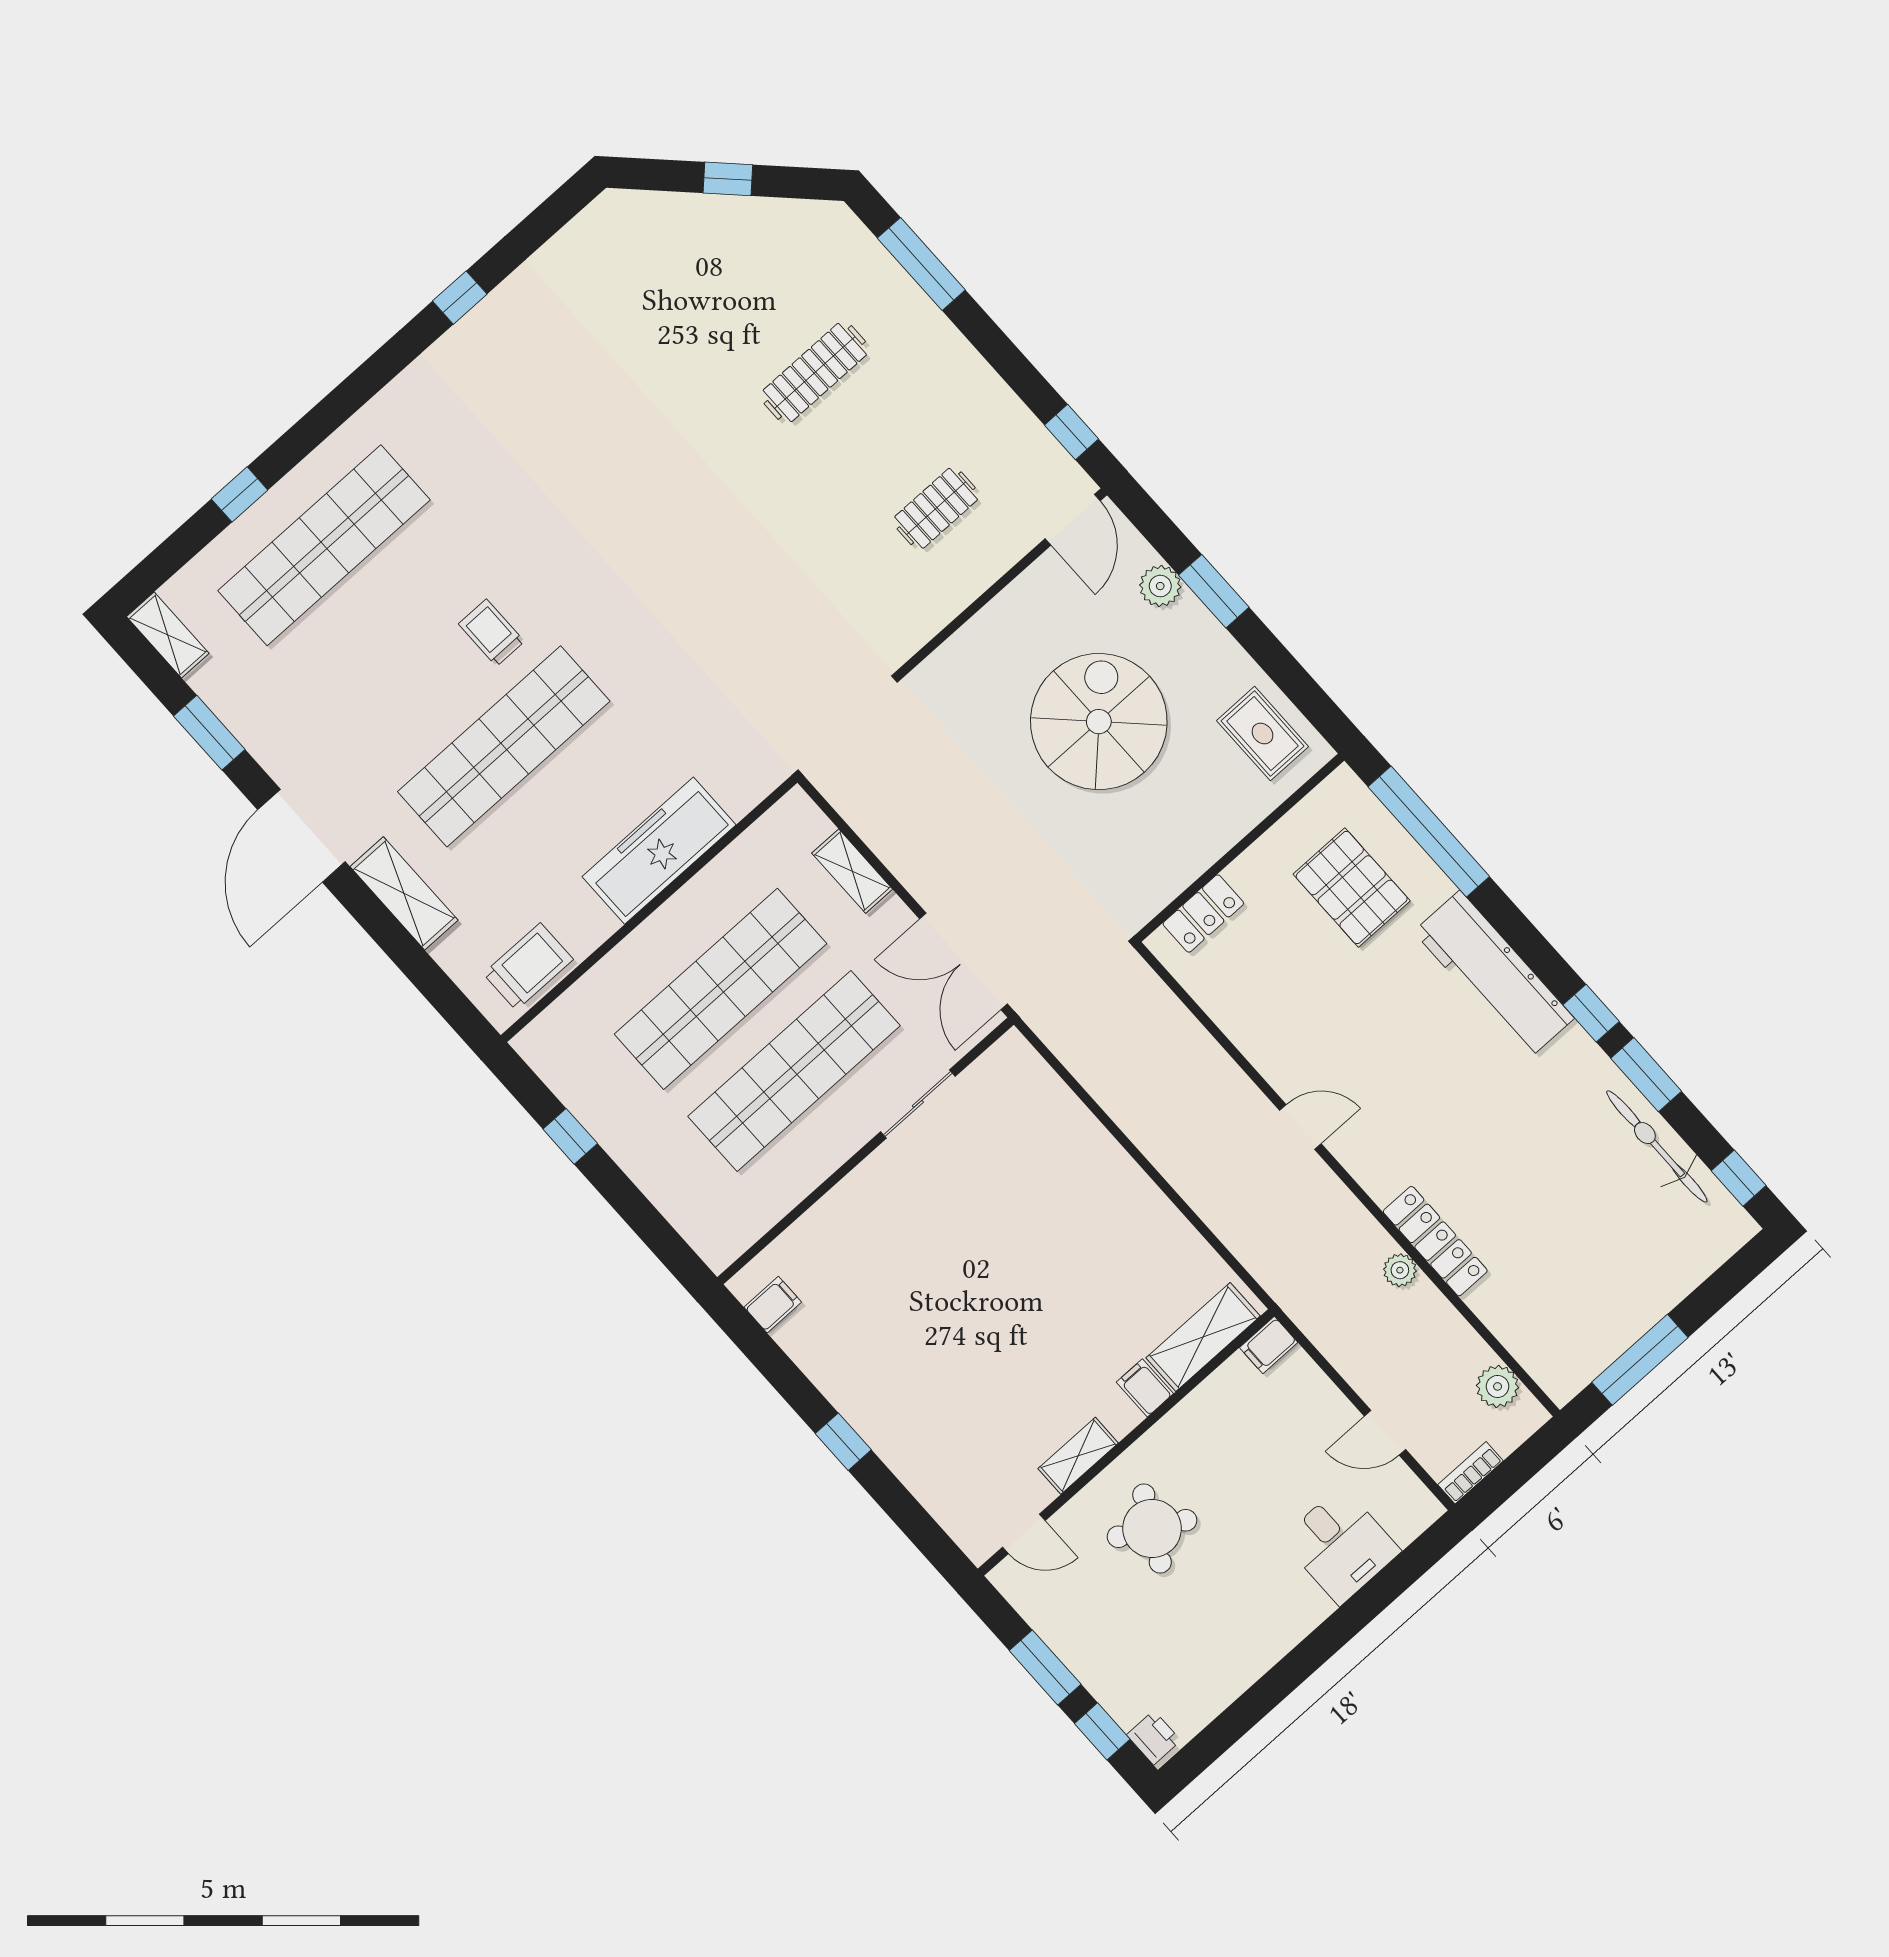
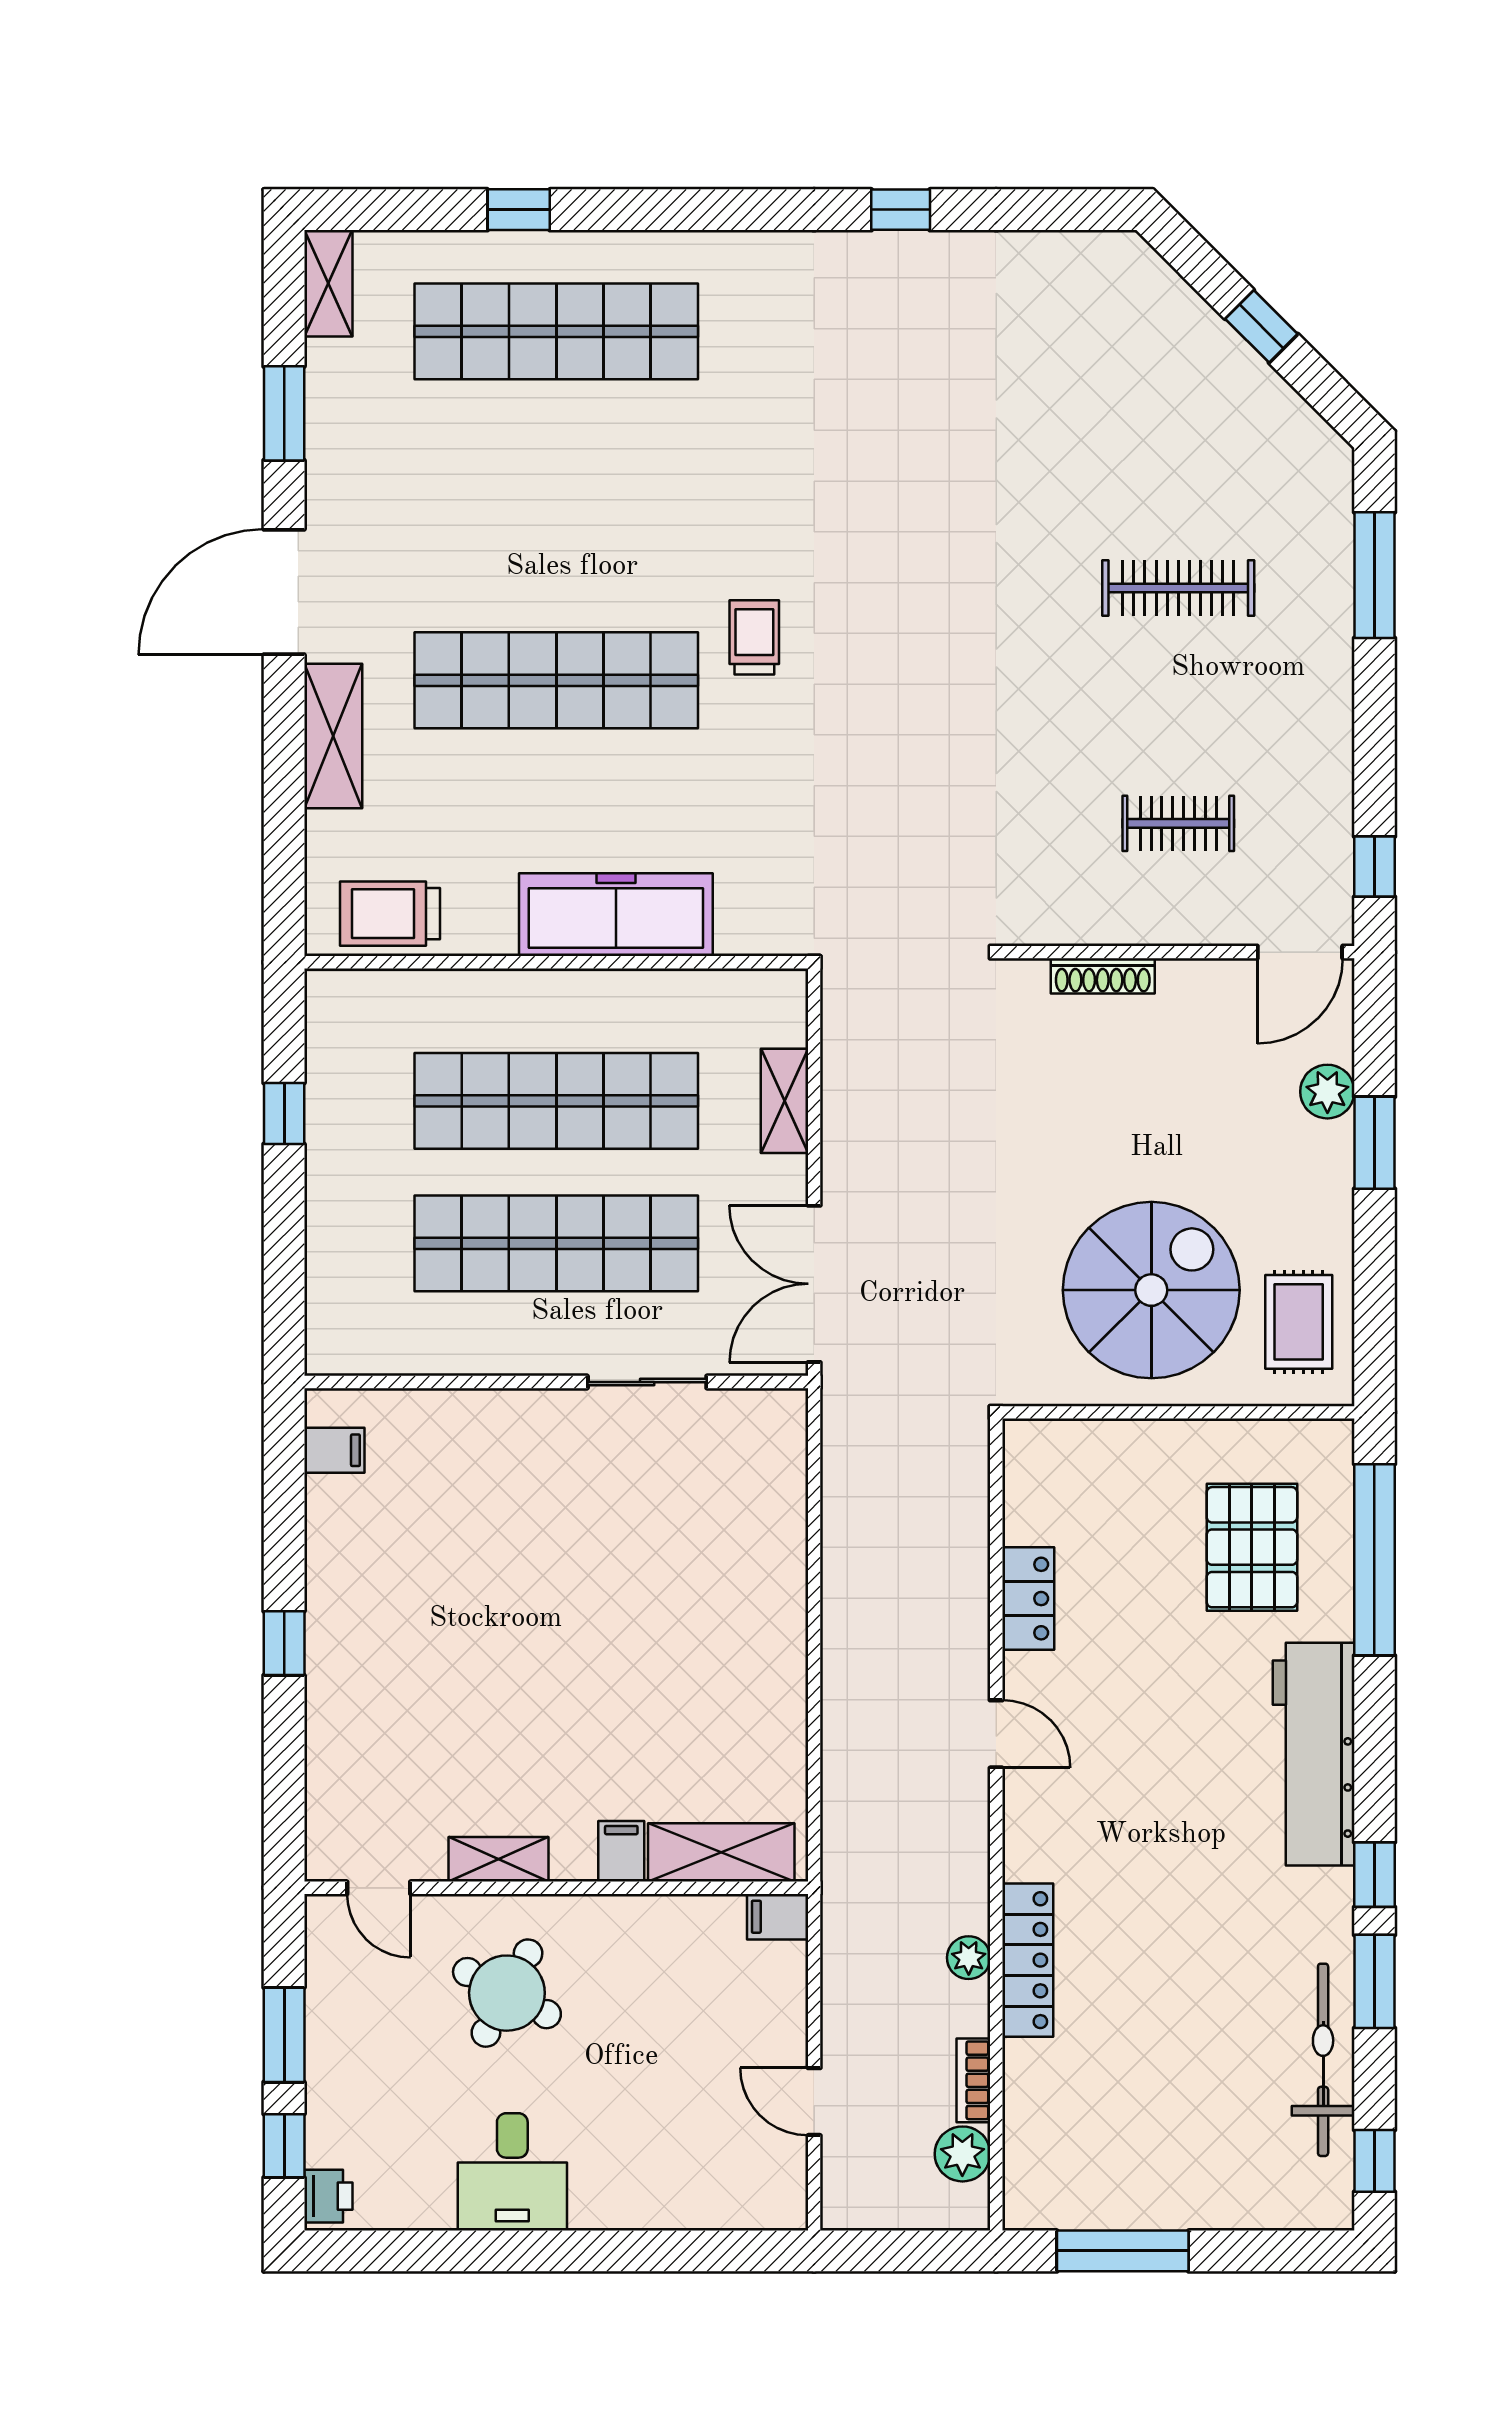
trolley: (491, 633) -> (754, 637), moved
shoe rack: (971, 635) -> (1103, 976), added
spiral stairs: (1099, 722) -> (1151, 1290), moved
locker: (1203, 914) -> (1028, 1599), moved, turned -90
trolley: (528, 967) -> (390, 914), turned 180
bookcase: (1471, 1473) -> (973, 2080), moved, turned -90
desk: (1341, 1545) -> (512, 2172), moved

